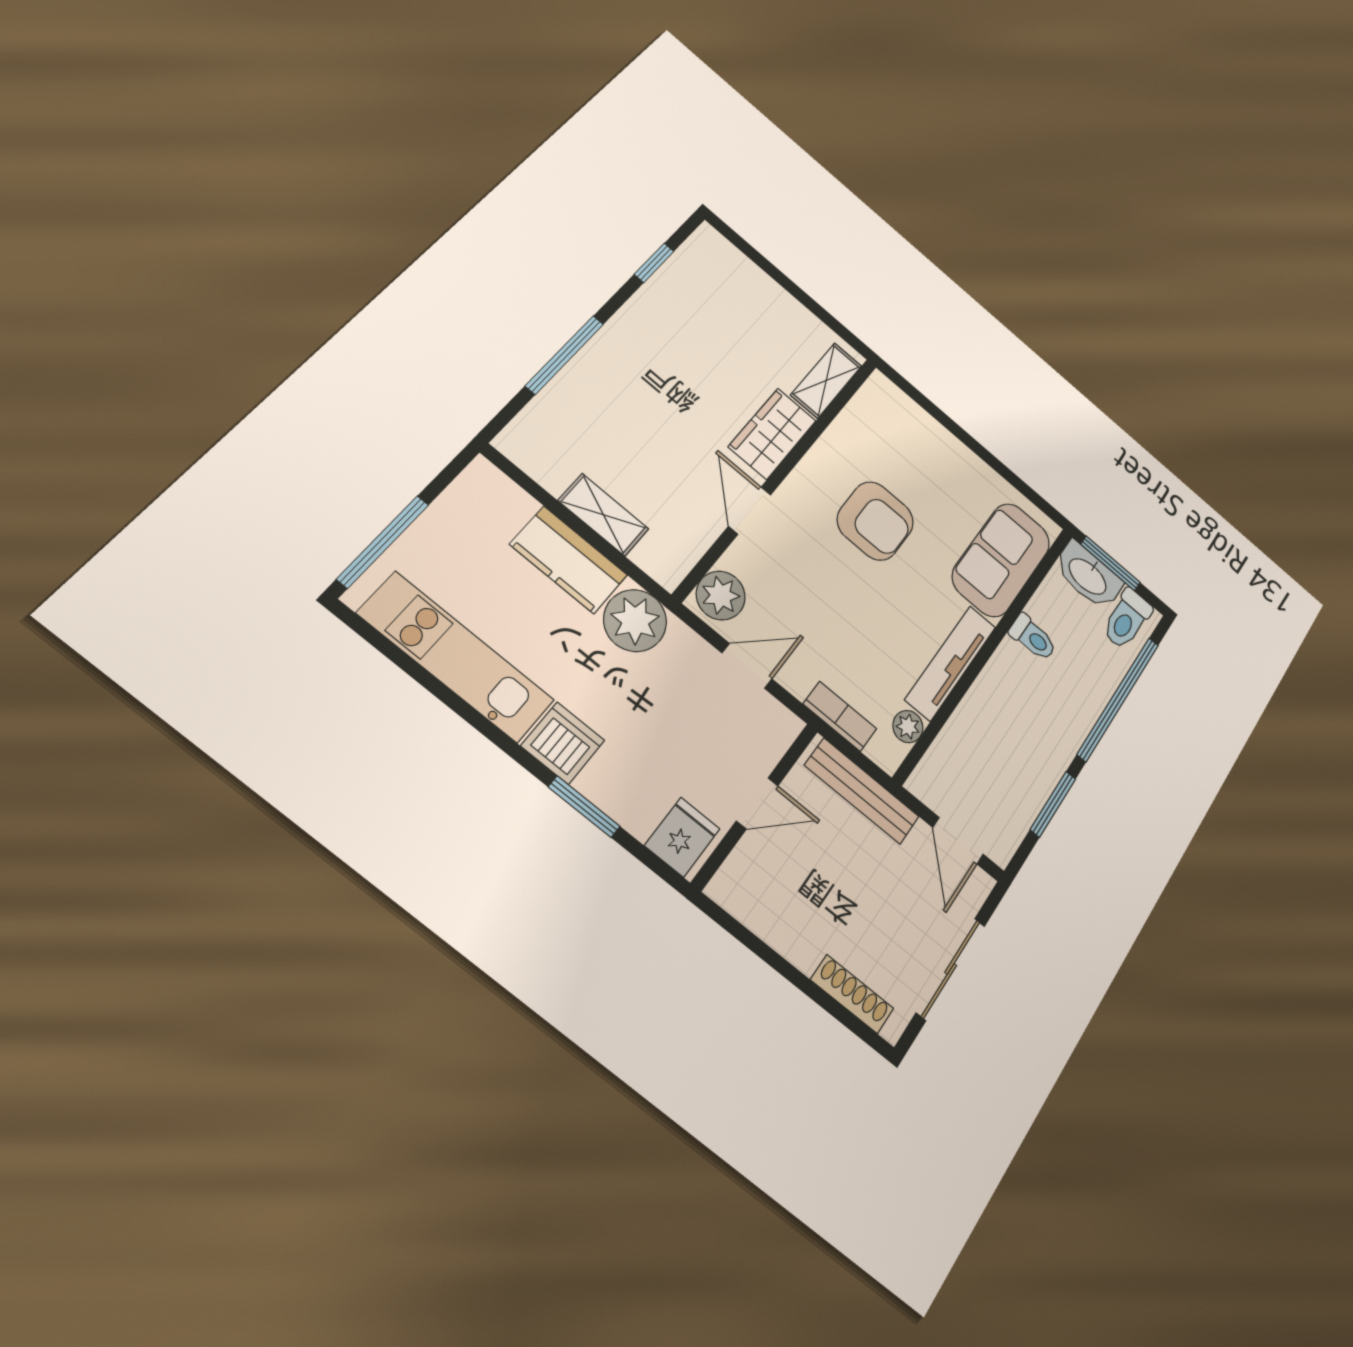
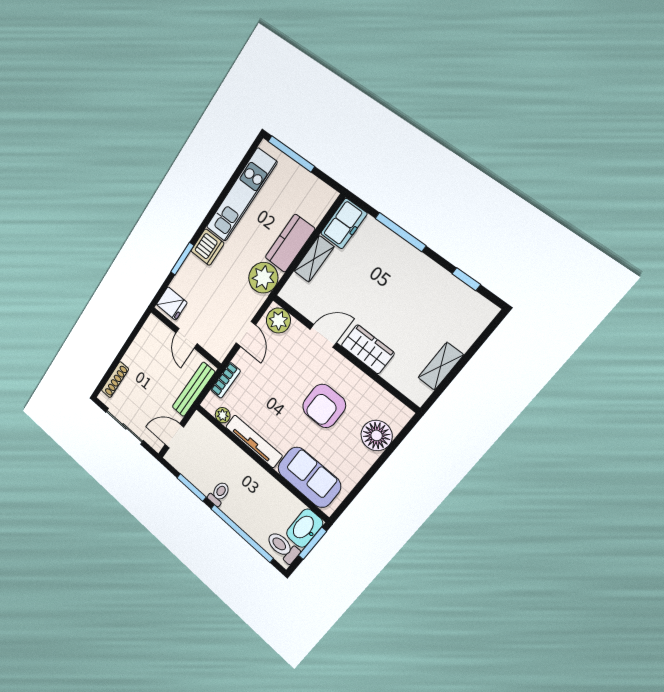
shelving: (826, 380) -> (441, 366), moved, turned 90
floor lamp: (918, 435) -> (377, 435), added
freezer: (539, 452) -> (344, 224), added
toilet: (1033, 637) -> (219, 493), moved, turned 180

